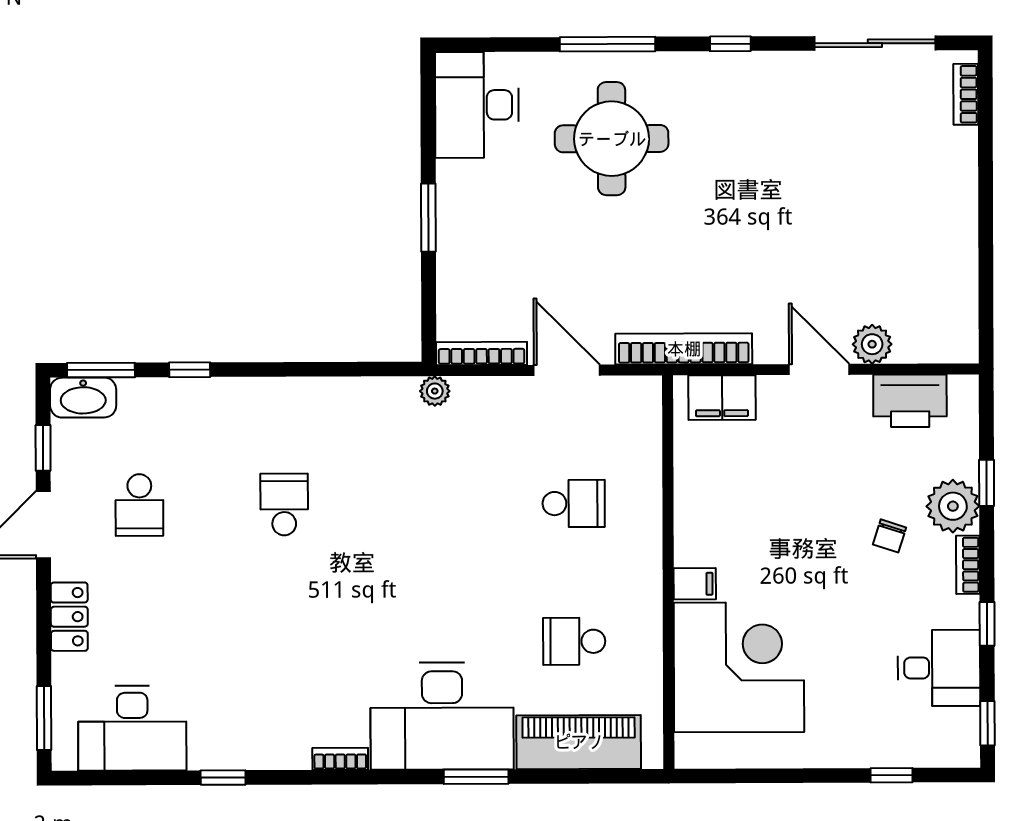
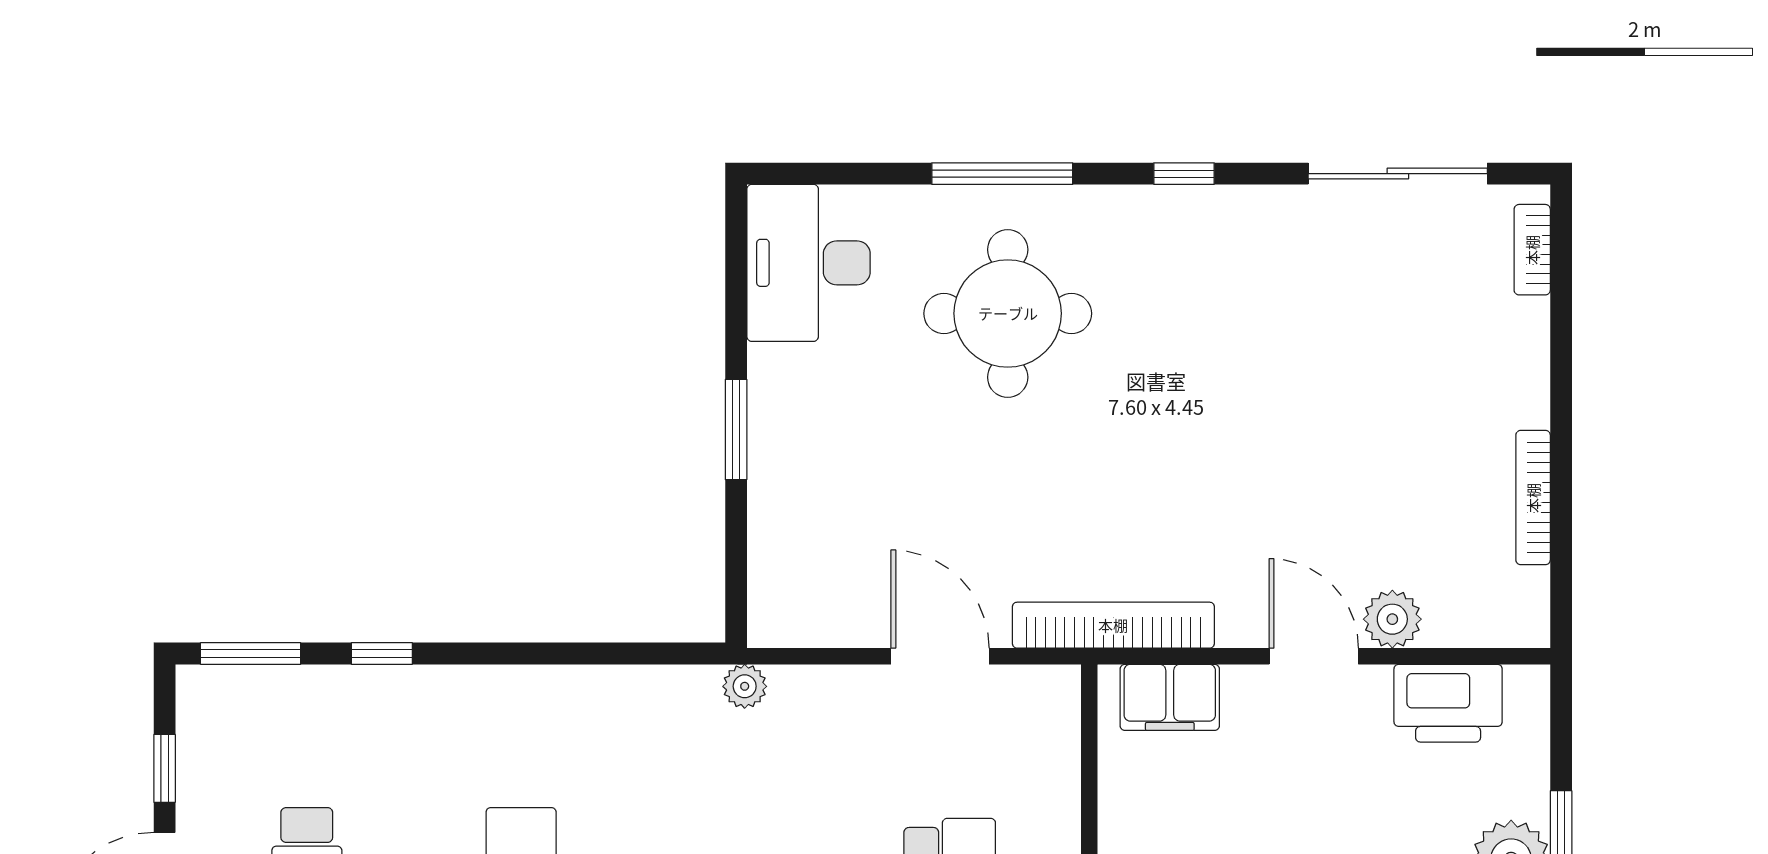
bookcase: (482, 353) -> (1533, 498), moved, turned -90
washbasin: (83, 398) -> (224, 694), removed

